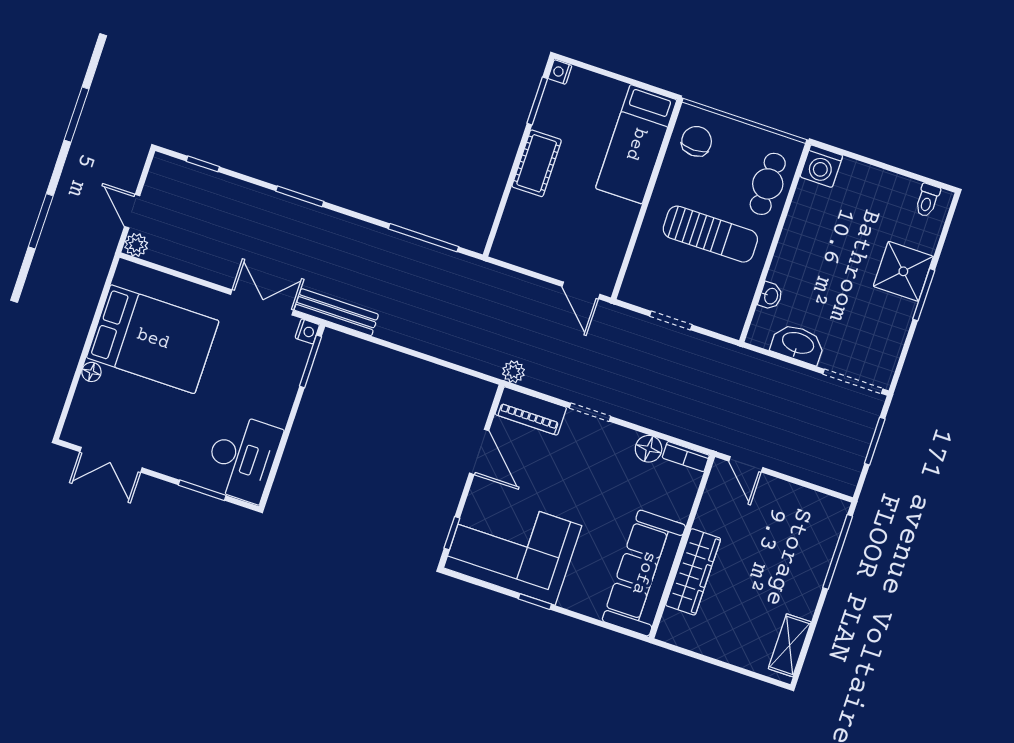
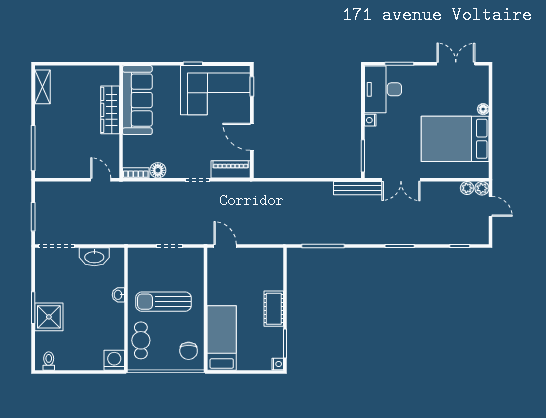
washbasin: (771, 296) -> (118, 295), moved
nightstand: (307, 331) -> (370, 120), moved
plant: (514, 372) -> (467, 188), moved

